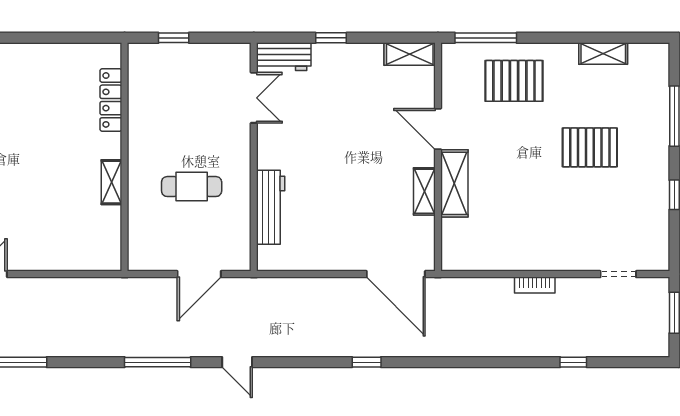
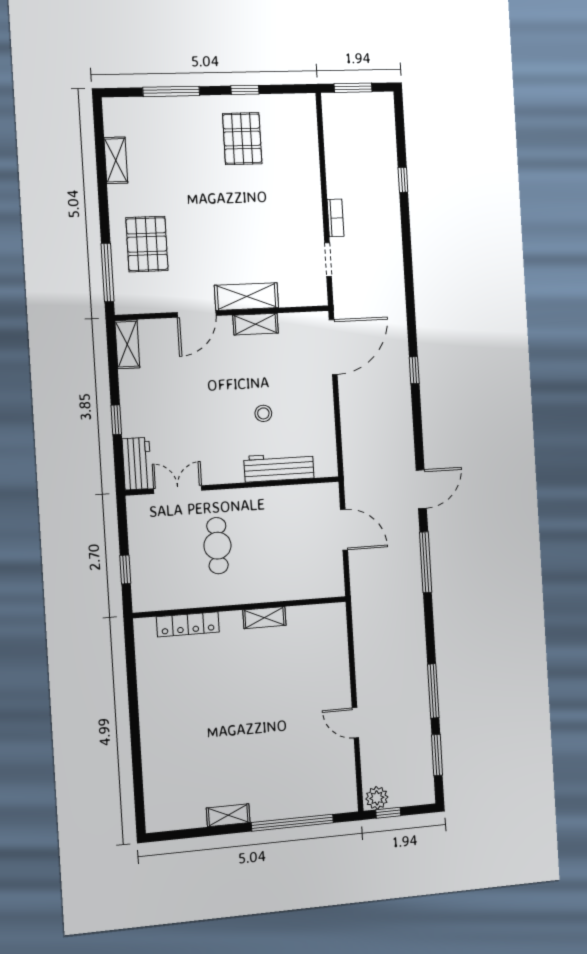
pallet: (590, 147) -> (242, 139), moved
cafe table: (192, 187) -> (217, 546), moved
stool: (329, 194) -> (263, 413), added
doorway: (618, 274) -> (328, 259), moved
door: (237, 362) -> (421, 489), width x1.38

